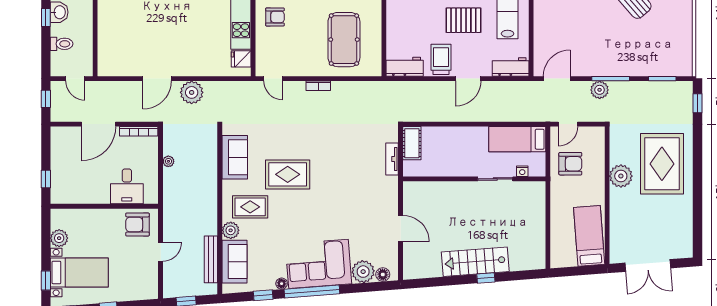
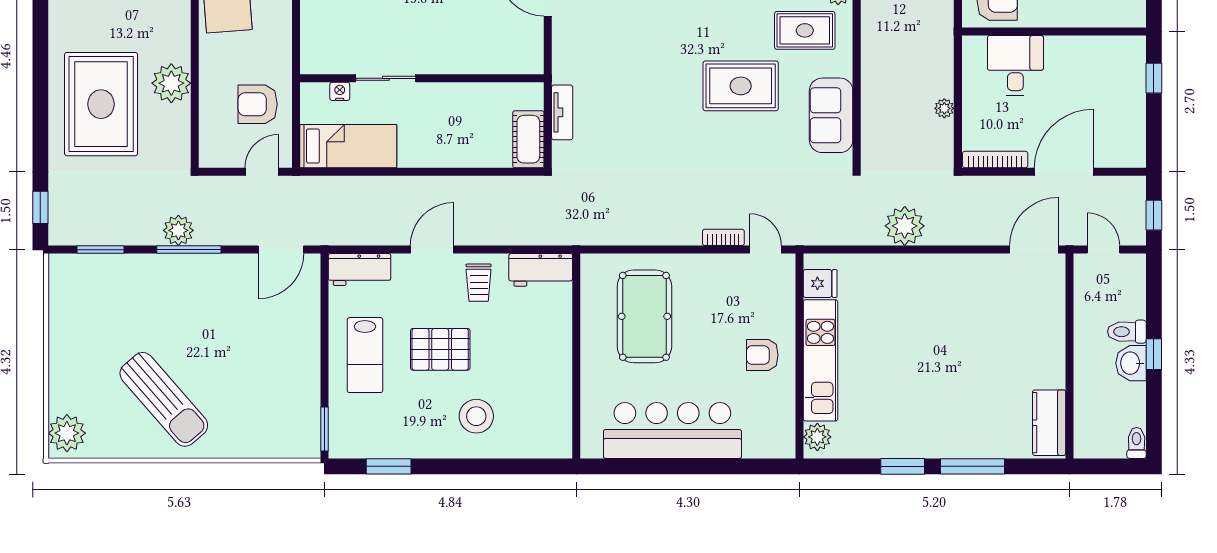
toilet: (62, 44) -> (1127, 332), moved
trolley: (441, 59) -> (479, 283), width x0.73, depth x0.72
door: (157, 79) -> (1034, 250), moved
bookcase: (318, 86) -> (723, 237), moved
plant: (600, 90) -> (178, 230), moved

